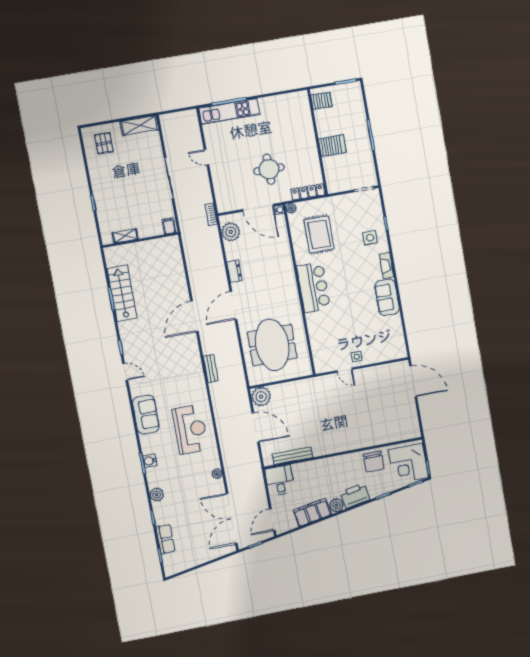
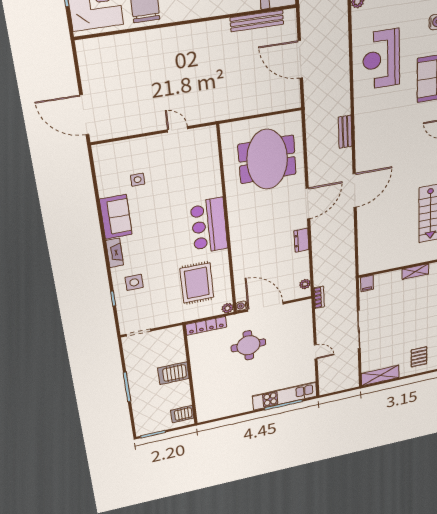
plant: (231, 232) -> (305, 284), width x0.53, depth x0.53
side table: (357, 357) -> (138, 180), moved
plant: (261, 397) -> (288, 98), removed

